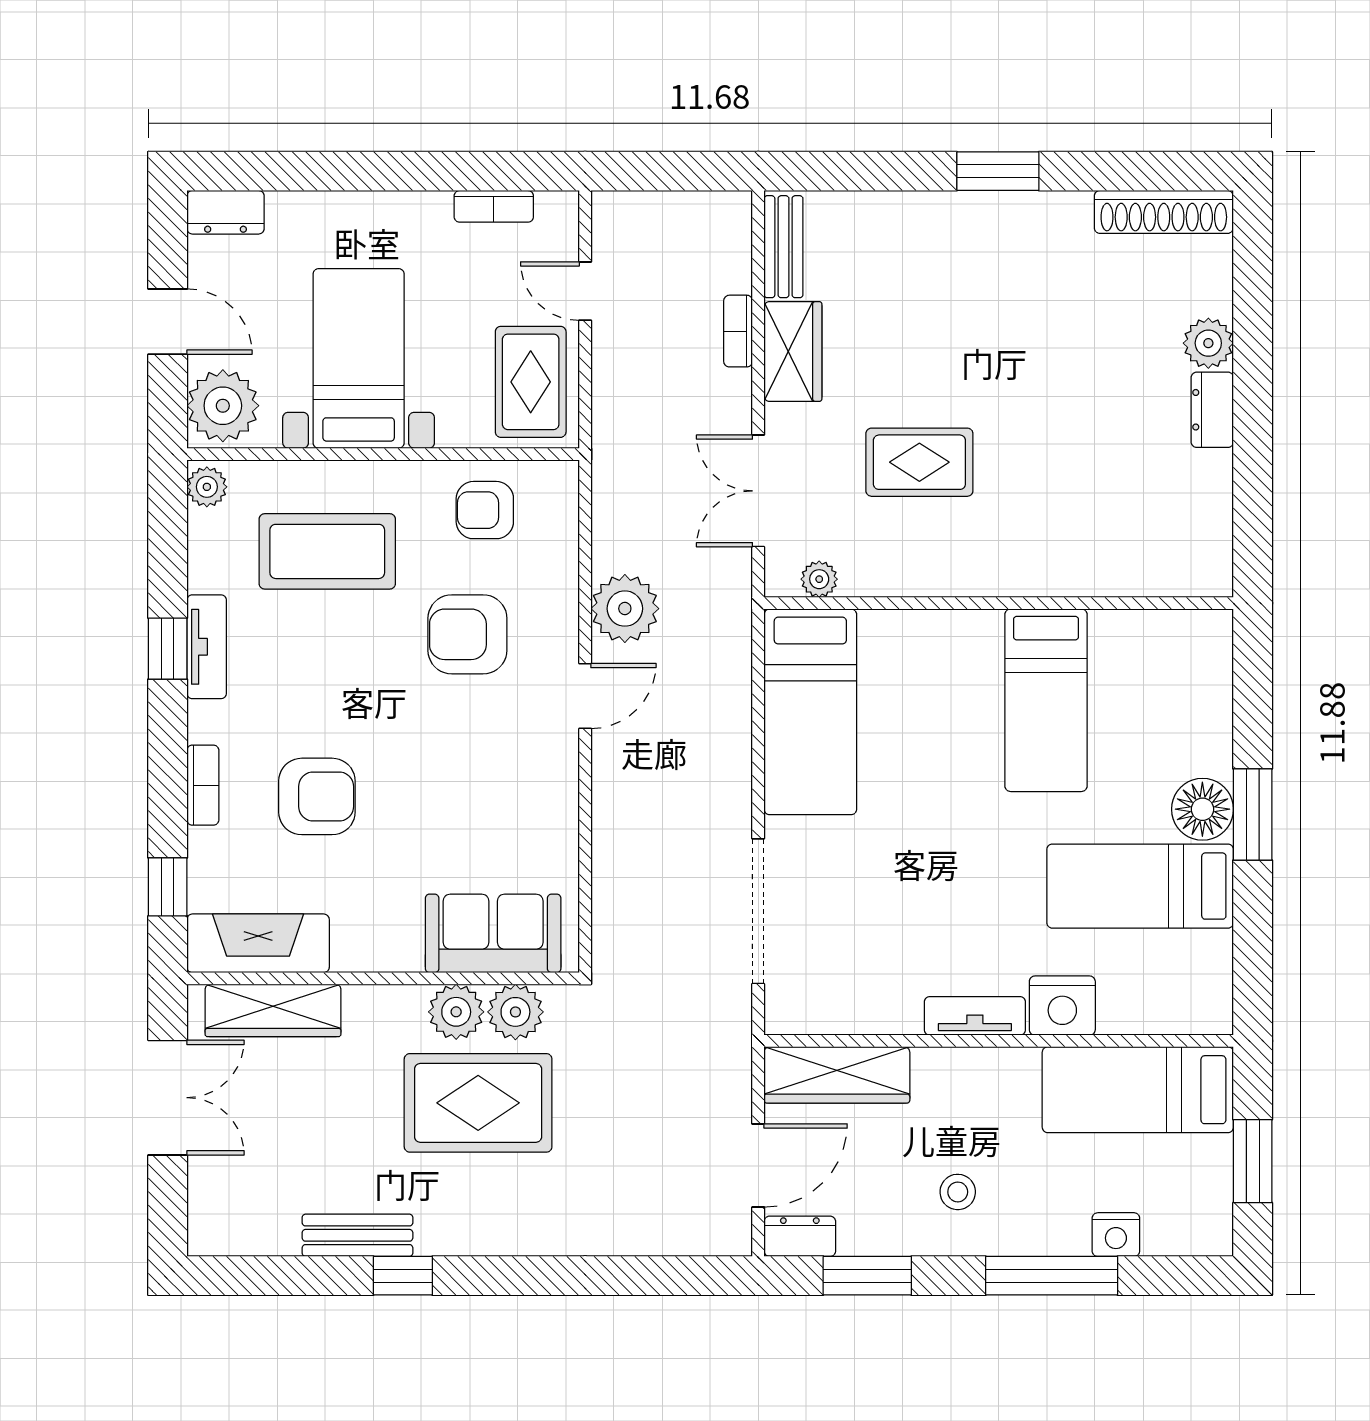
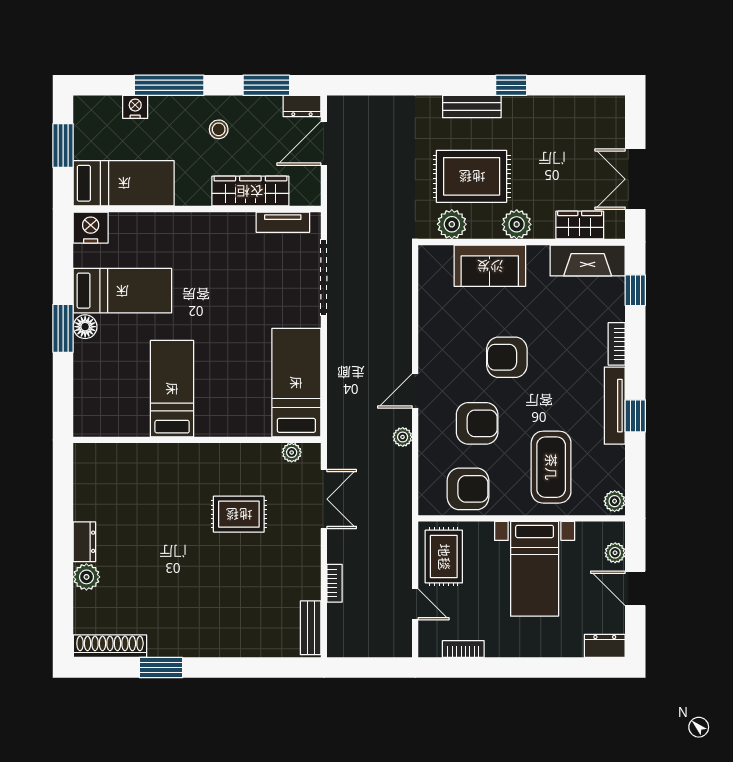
window: (998, 171) -> (161, 668), moved
wardrobe: (793, 351) -> (306, 573), removed
plant: (223, 406) -> (615, 553), width x0.53, depth x0.53
armchair: (485, 510) -> (468, 489), width x1.38, depth x1.38
coffee table: (327, 551) -> (551, 467), turned 90
plant: (625, 609) -> (403, 437), width x0.53, depth x0.53
tv unit: (207, 647) -> (615, 406), width x1.41
armchair: (317, 796) -> (507, 357), moved
floor lamp: (1202, 809) -> (85, 327), width x0.73, depth x0.73
sofa: (493, 933) -> (490, 266), moved
nightstand: (1062, 1006) -> (91, 228), moved
wardrobe: (273, 1010) -> (580, 225), width x0.67
plant: (456, 1012) -> (517, 224), moved
tv unit: (975, 1016) -> (283, 222), moved
wardrobe: (837, 1075) -> (250, 191), moved
bench: (357, 1235) -> (472, 107), moved

